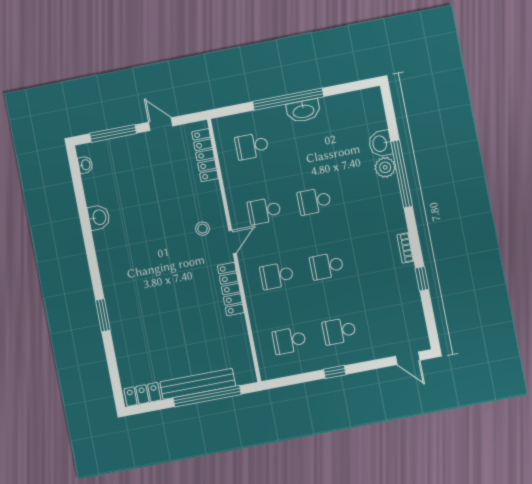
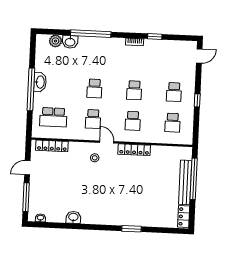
school desk: (252, 146) -> (53, 117), width x1.85
plant: (385, 167) -> (55, 41), moved

